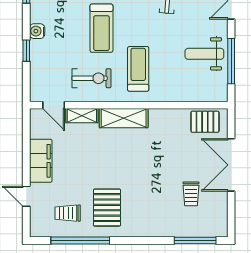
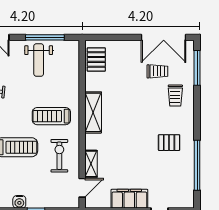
shelving: (124, 118) -> (93, 112), moved
double door: (231, 165) -> (164, 37), moved
pallet: (107, 208) -> (169, 143), width x0.67, depth x0.71
trolley: (68, 213) -> (175, 96), moved

